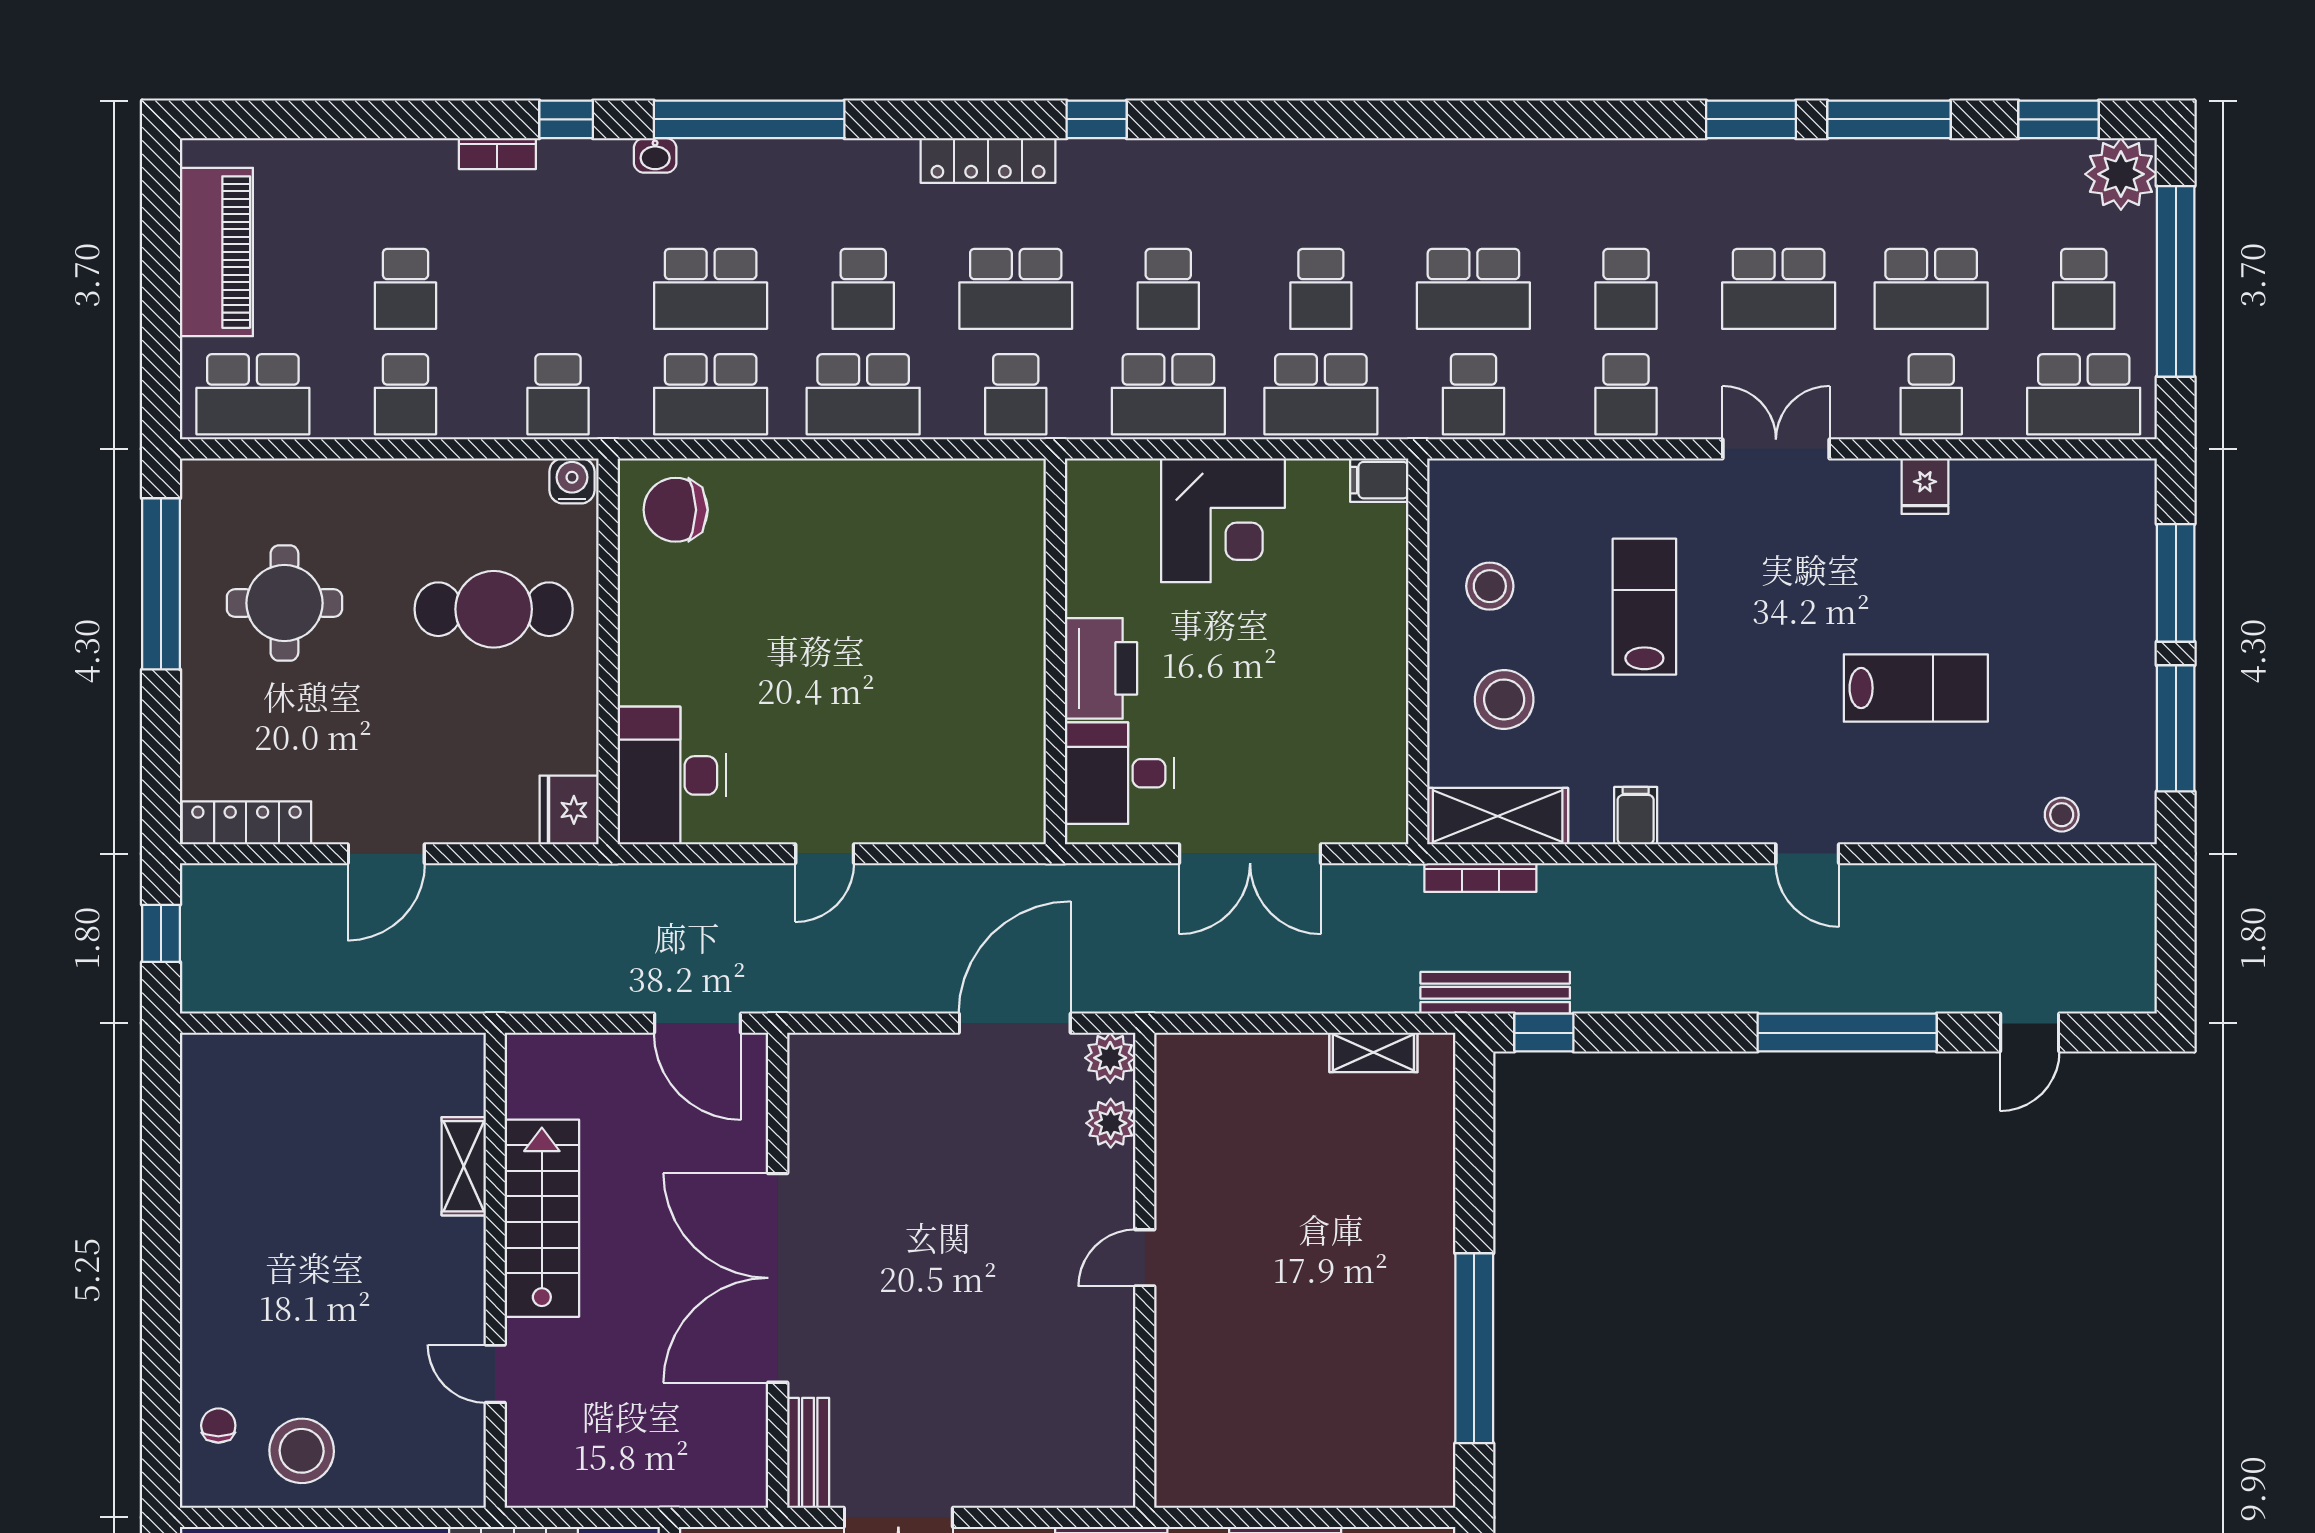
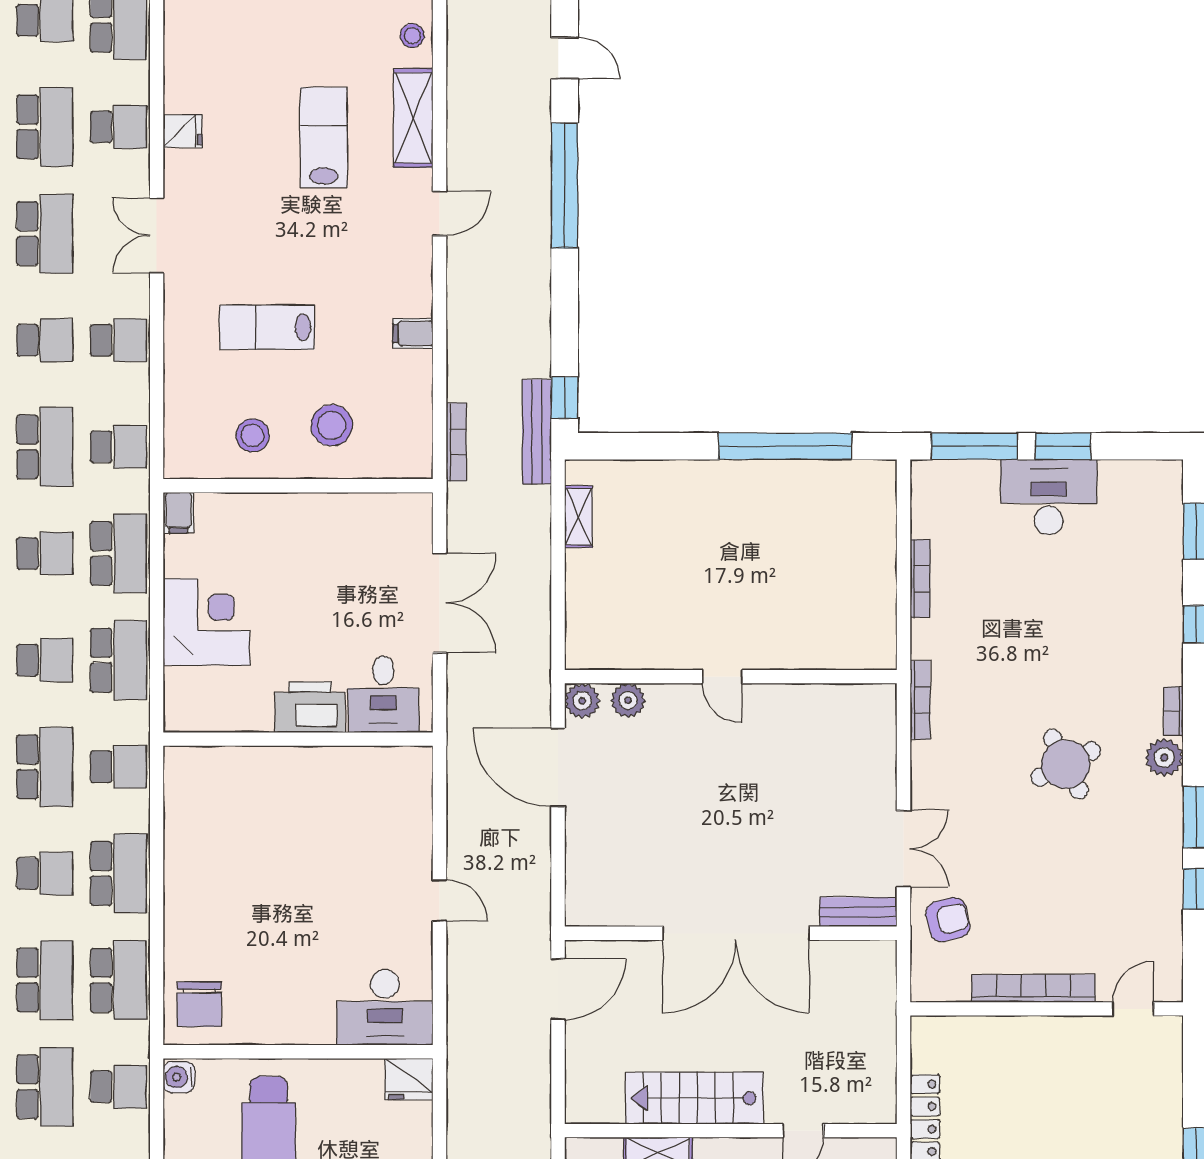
school desk: (558, 289) -> (45, 1087), added
shelving: (1498, 816) -> (413, 118), moved

